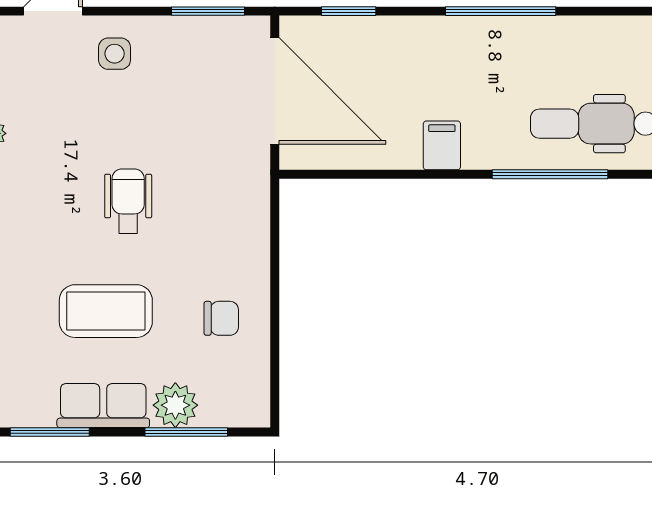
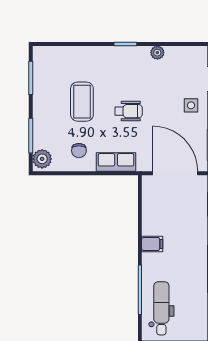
door: (275, 91) -> (175, 173), swing flipped
plant: (175, 405) -> (42, 159), moved
row of seats: (103, 406) -> (116, 162), moved, turned -90

